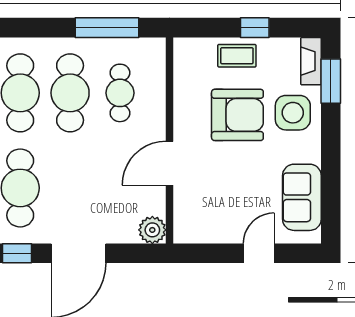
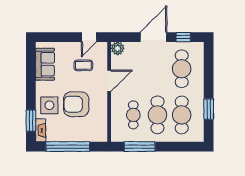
window: (255, 28) -> (68, 147), width x3.17
coffee table: (237, 56) -> (83, 65), moved
door: (259, 253) -> (89, 37), moved

